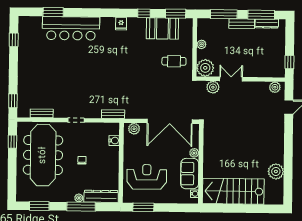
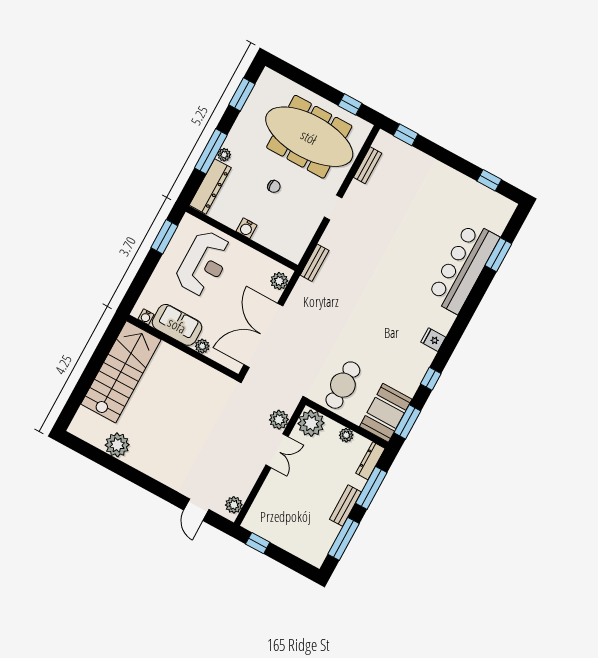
dresser: (267, 24) -> (370, 461), moved
booth: (162, 28) -> (386, 413), moved
cafe table: (174, 61) -> (343, 385), width x1.37, depth x1.35
water cooler: (114, 141) -> (247, 228), moved

